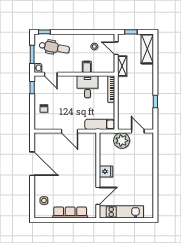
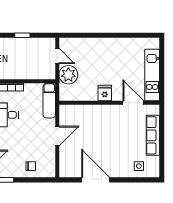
door: (138, 131) -> (57, 56), swing flipped
door: (32, 164) -> (96, 180), hinge flipped

